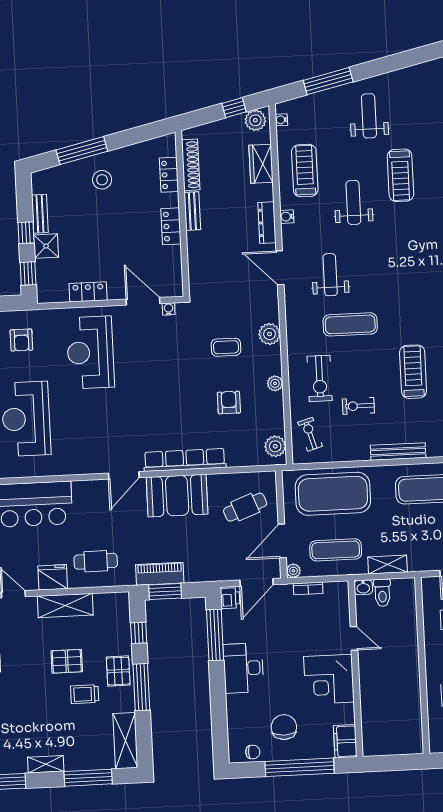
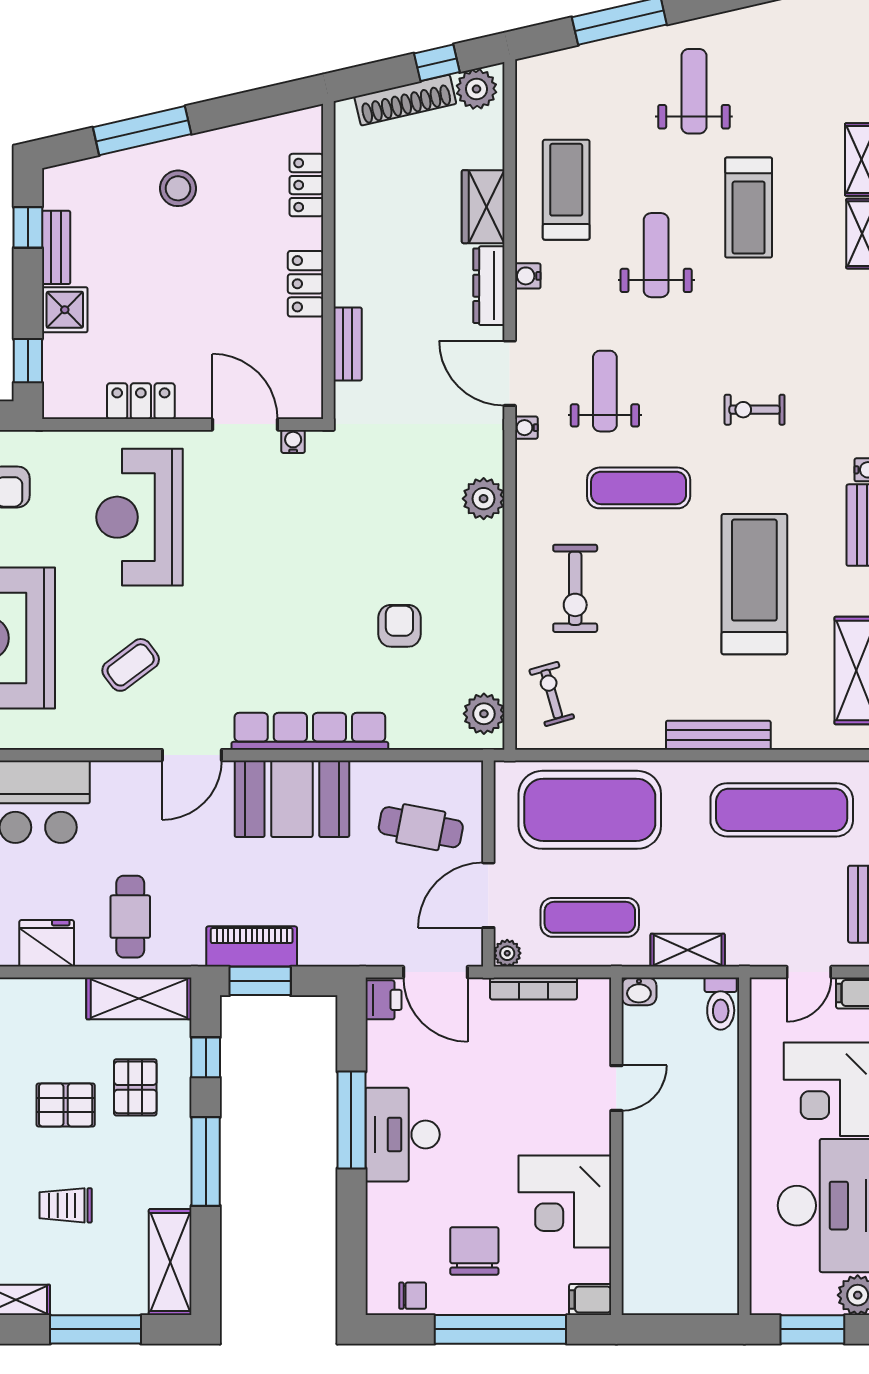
water cooler: (281, 120) -> (526, 428), moved
wardrobe: (261, 164) -> (483, 207), moved
shoe rack: (191, 165) -> (405, 100), moved, turned 77
bench: (192, 211) -> (348, 344), moved
window: (26, 233) -> (28, 227), moved
coffee table: (226, 347) -> (131, 665), moved, turned -37
treadmill: (413, 372) -> (754, 584), width x1.37, depth x1.38
plant: (275, 383) -> (489, 594), removed
exercise bike: (358, 406) -> (755, 410), moved
cafe table: (245, 507) -> (421, 827), turned 32
cafe table: (96, 561) -> (130, 917), turned 90
door: (256, 582) -> (435, 972), hinge flipped
bookcase: (308, 588) -> (534, 988), width x1.56
toilet: (382, 593) -> (721, 1004), moved
shelving: (65, 606) -> (139, 998), moved
window: (215, 635) -> (351, 1120), moved
door: (354, 638) -> (616, 1088), hinge flipped
pallet: (118, 671) -> (135, 1087), moved
corner desk: (329, 679) -> (565, 1201), moved
trolley: (85, 694) -> (66, 1205), moved
filing cabinet: (345, 741) -> (590, 1300), width x0.50

